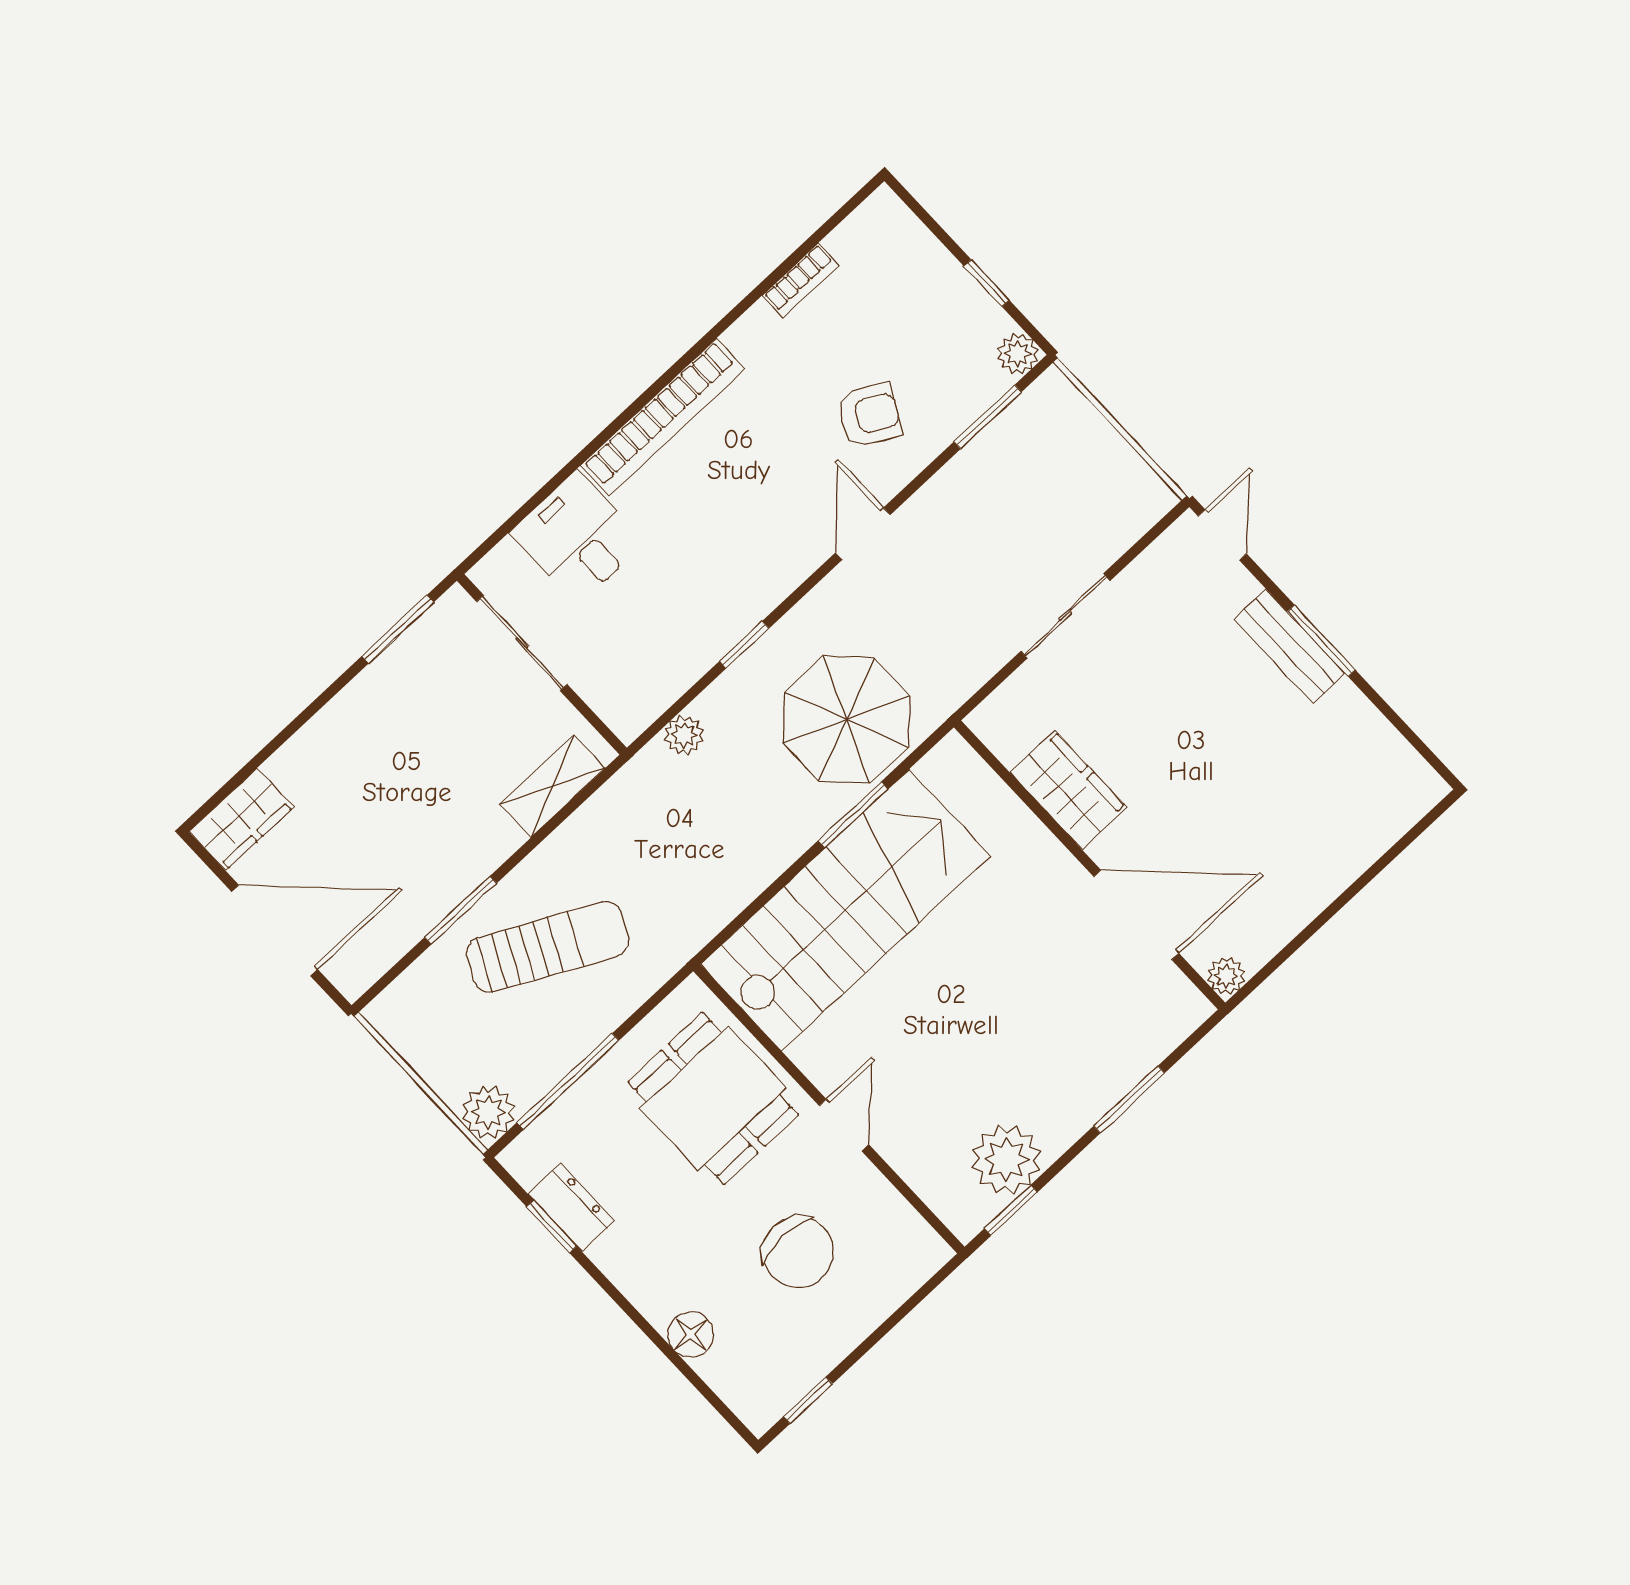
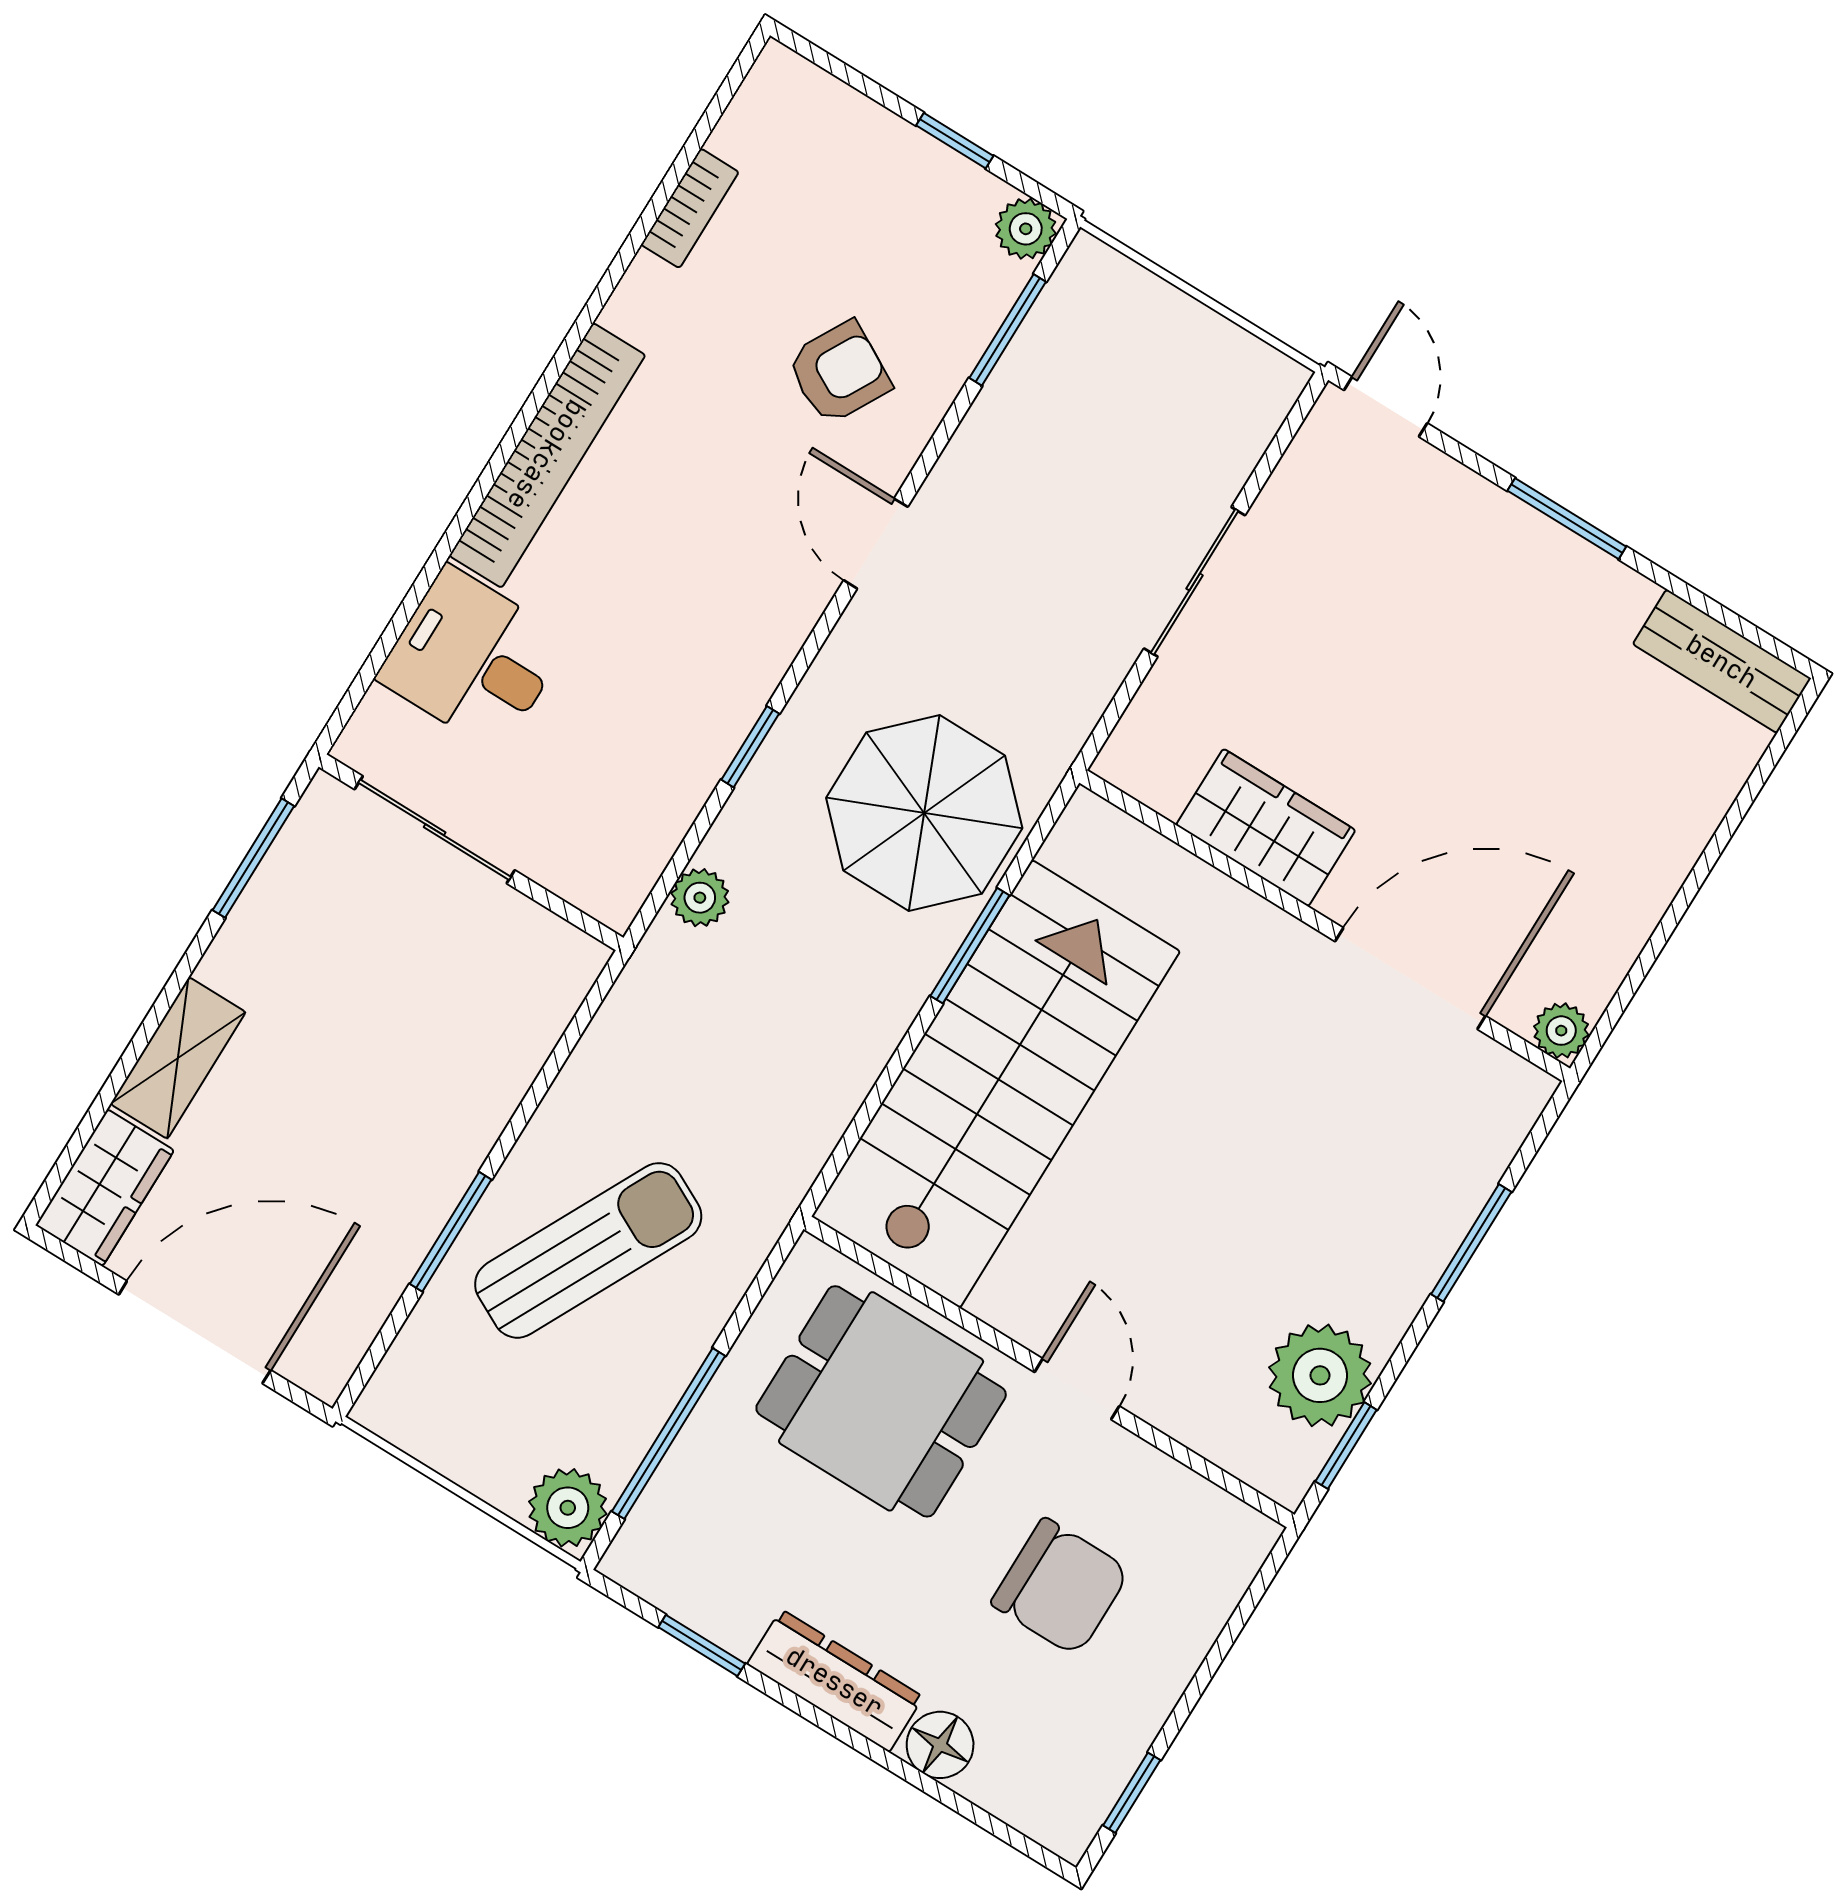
bench: (1290, 646) -> (1722, 661), moved
shelving: (553, 786) -> (178, 1058), moved
dresser: (571, 1207) -> (835, 1681), moved, width x1.44

